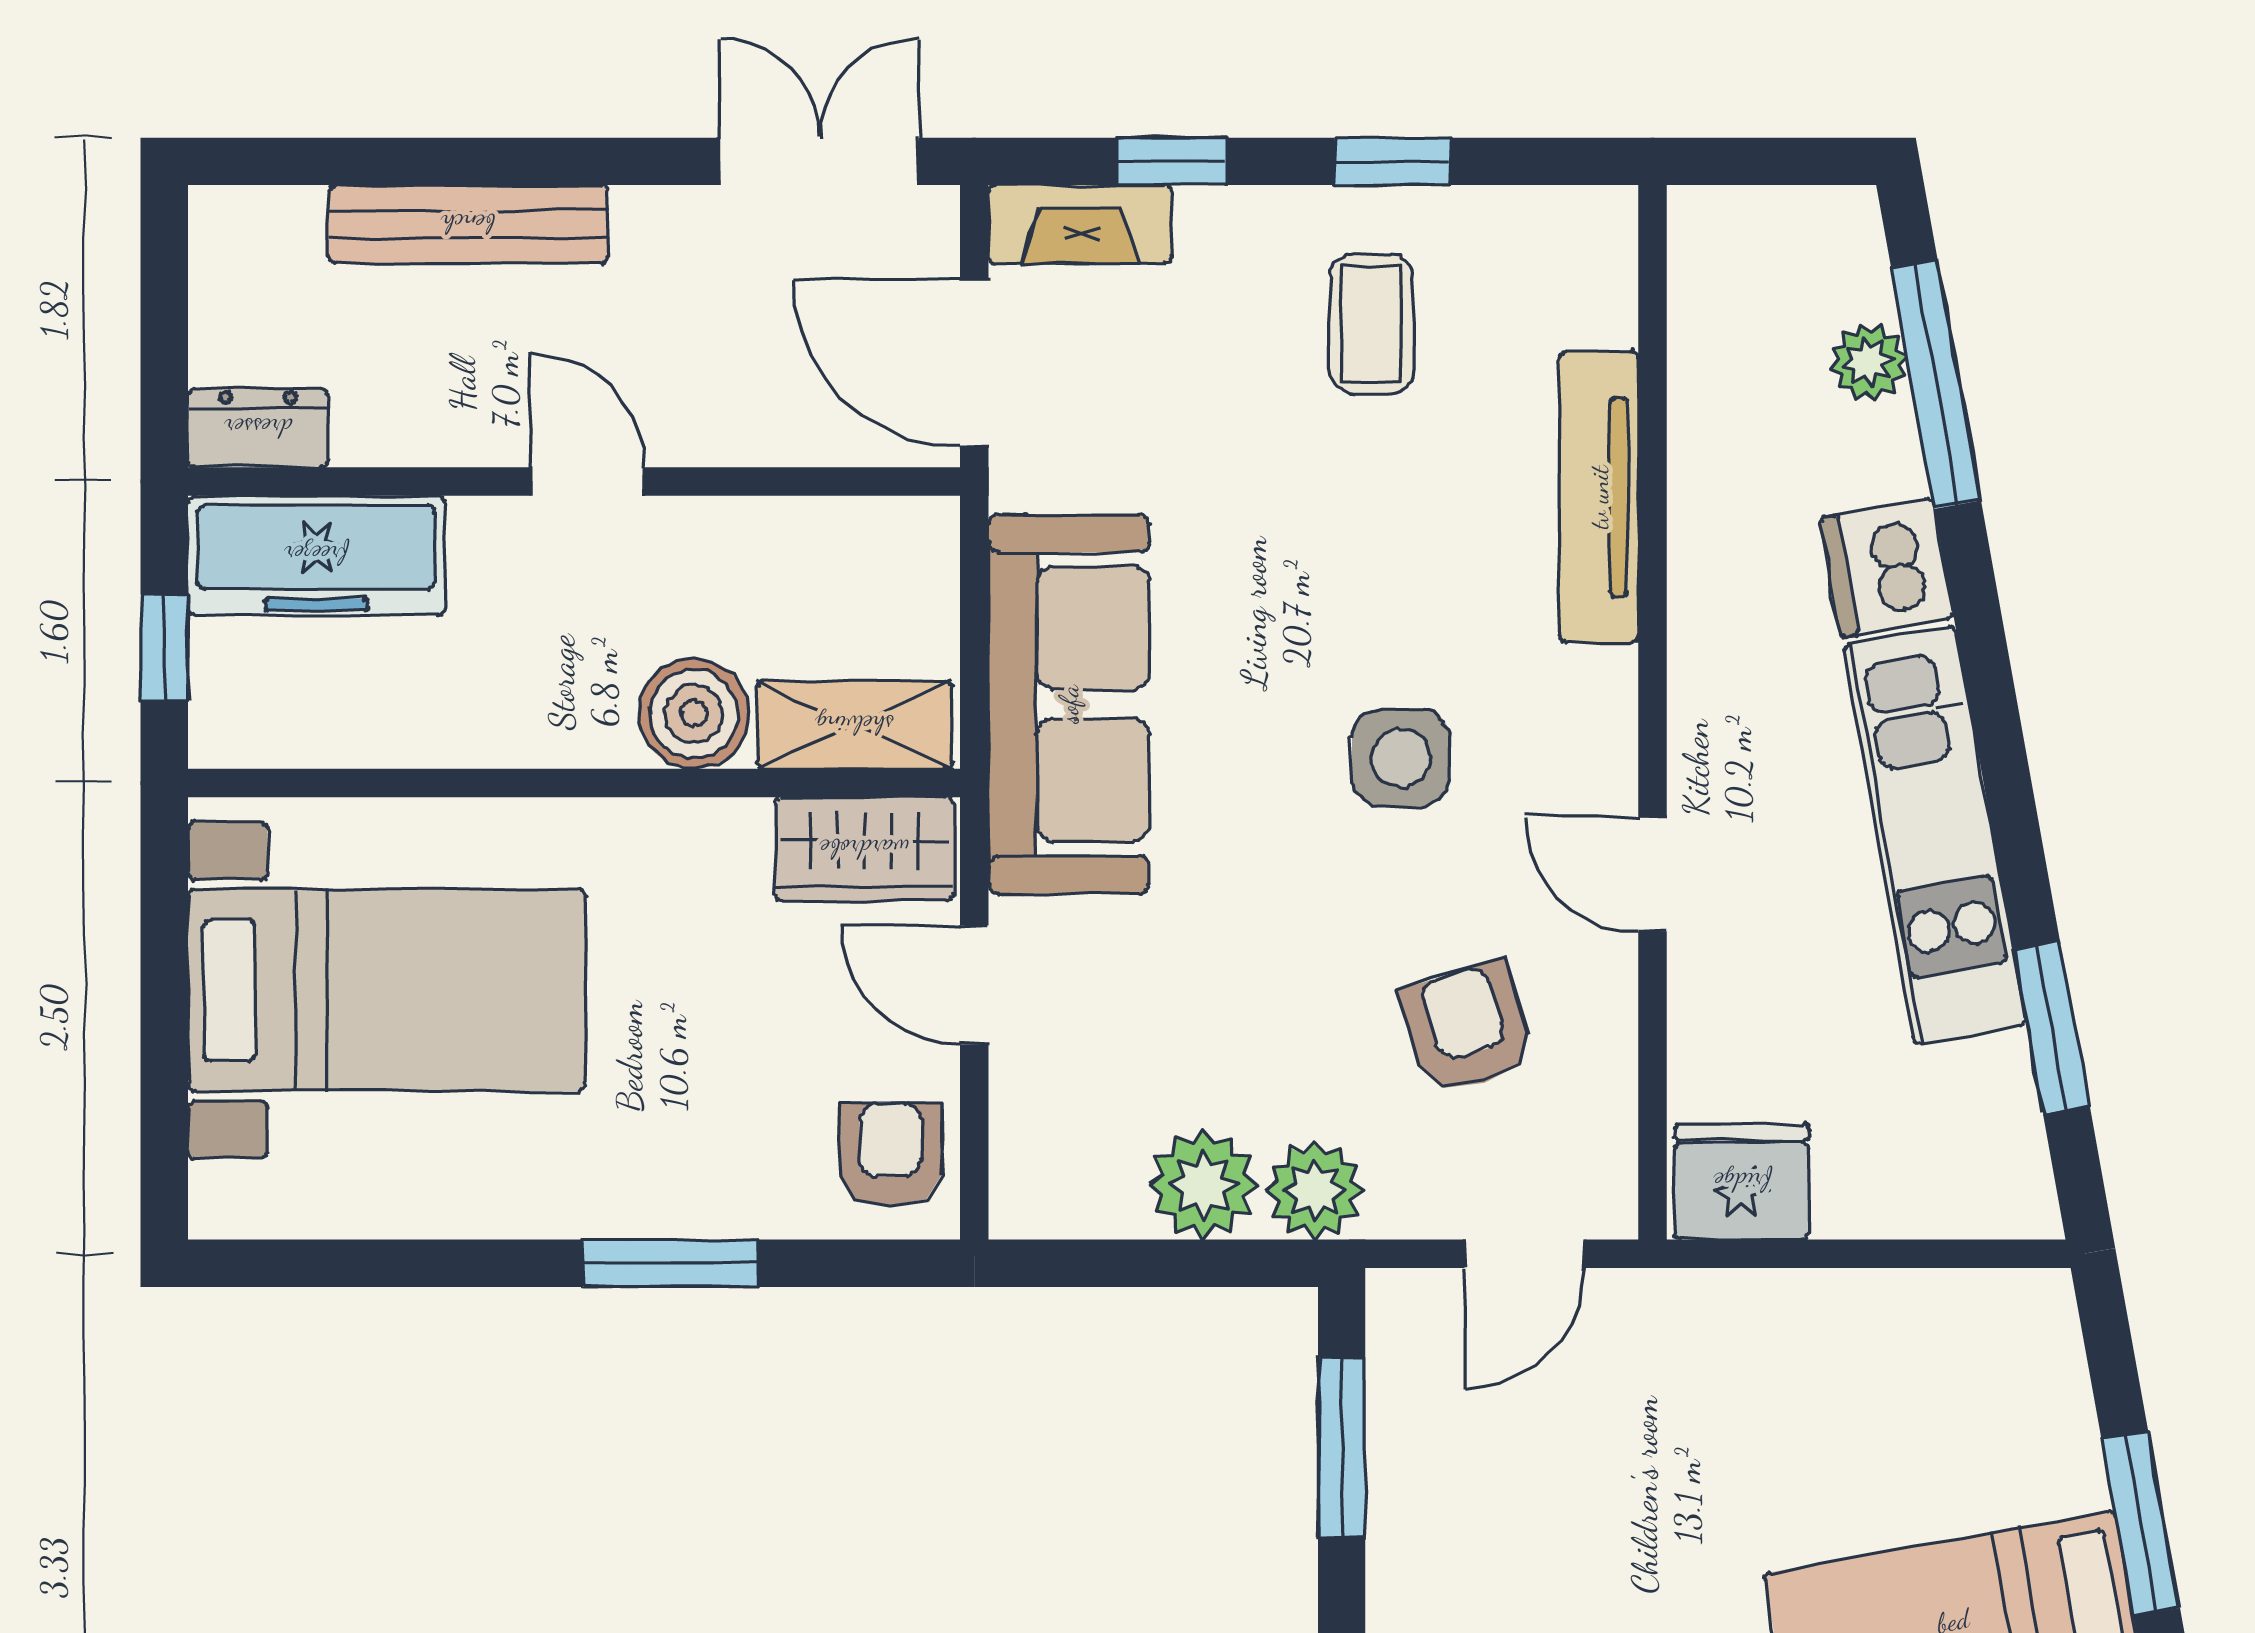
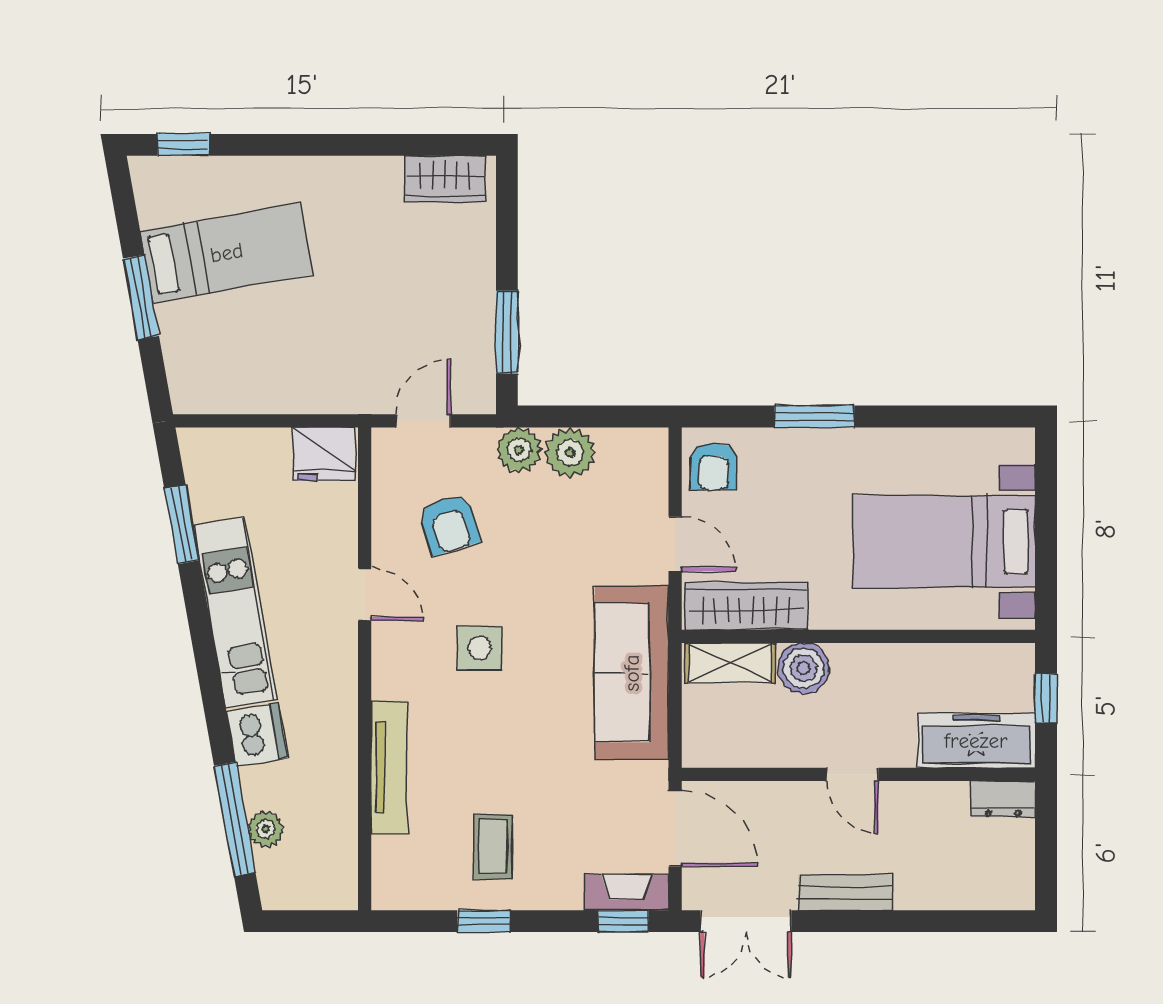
window: (1172, 161) -> (623, 921), moved
bench: (468, 224) -> (845, 892), moved, width x0.73
wardrobe: (864, 849) -> (746, 606), width x1.50

